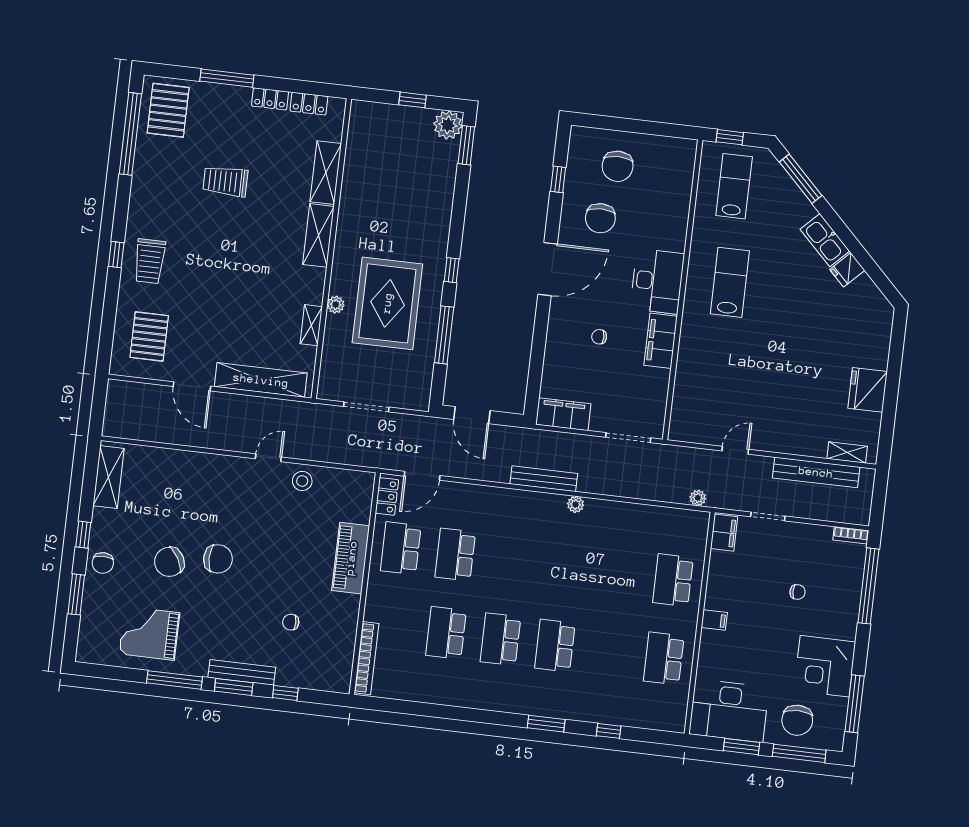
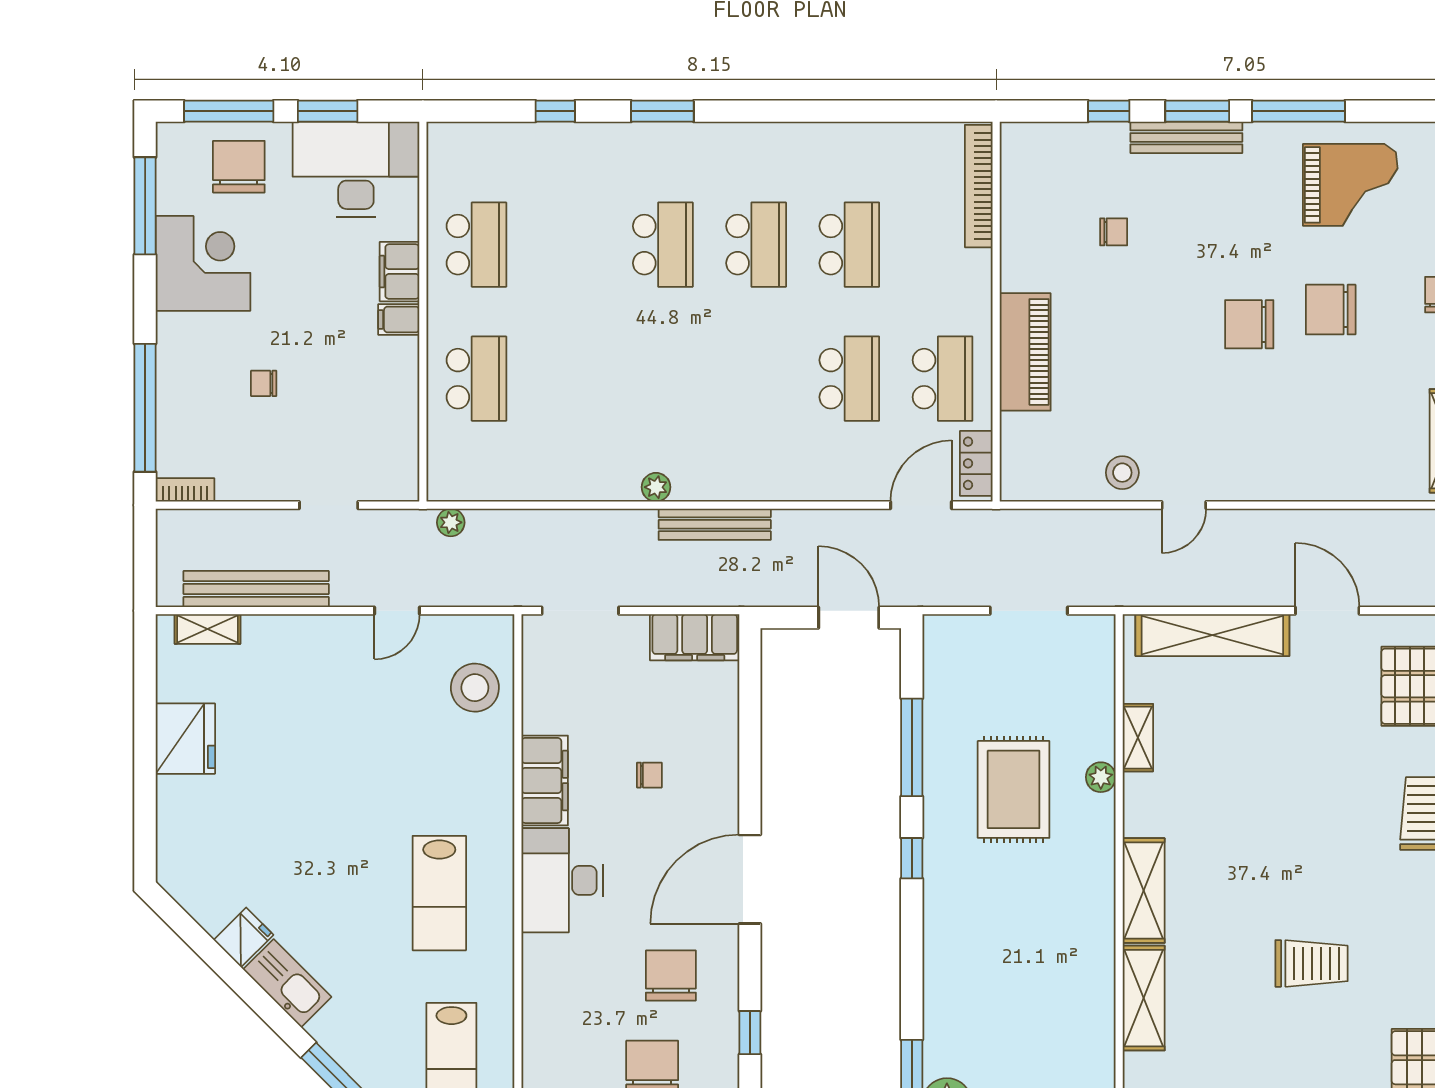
rug: (387, 303) -> (1014, 789), width x0.73, depth x0.69
stool: (695, 400) -> (475, 688), added
filing cabinet: (724, 533) -> (400, 272), moved
chair: (169, 562) -> (1331, 310), turned -151

